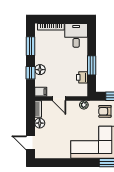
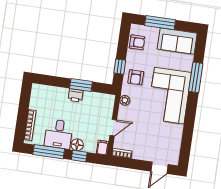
desk: (76, 35) -> (59, 134), moved, turned -90
window: (30, 46) -> (49, 152), width x1.44
printer: (82, 77) -> (76, 95), moved
floor lamp: (40, 123) -> (138, 154), removed

